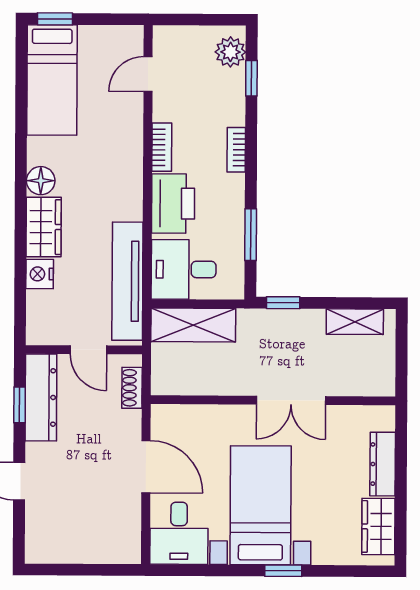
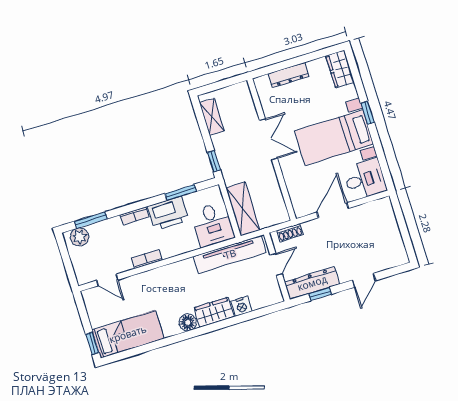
window: (251, 78) -> (91, 220), width x1.50
printer: (173, 204) -> (168, 213), moved, turned 180
wardrobe: (378, 527) -> (340, 69), moved, turned 90

